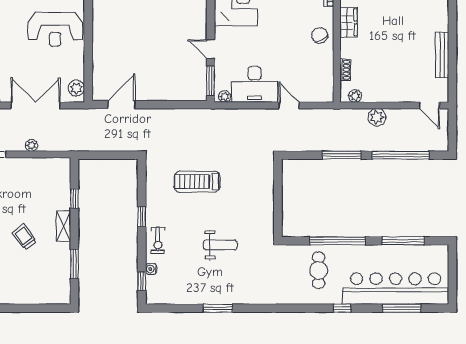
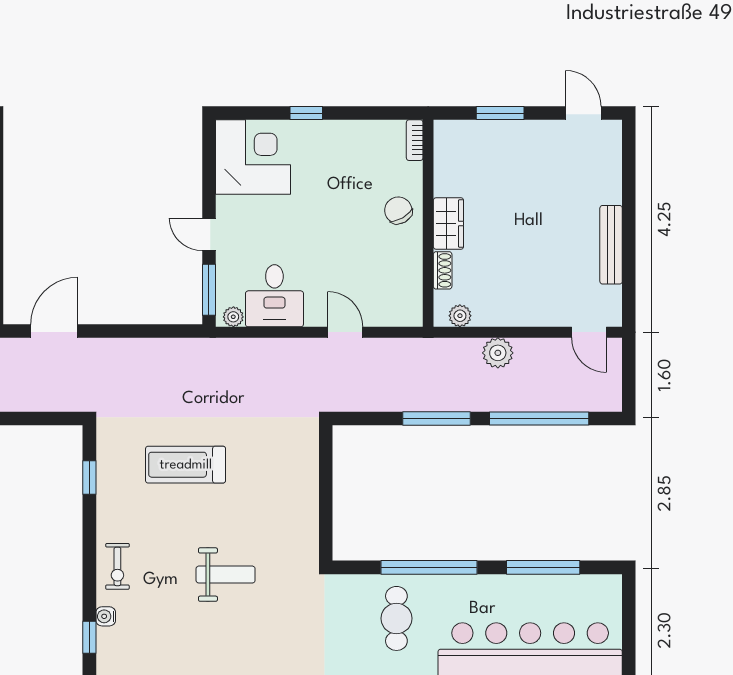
wardrobe: (349, 22) -> (448, 224), moved
desk: (255, 84) -> (274, 296), width x0.73
window: (142, 217) -> (89, 478), moved

